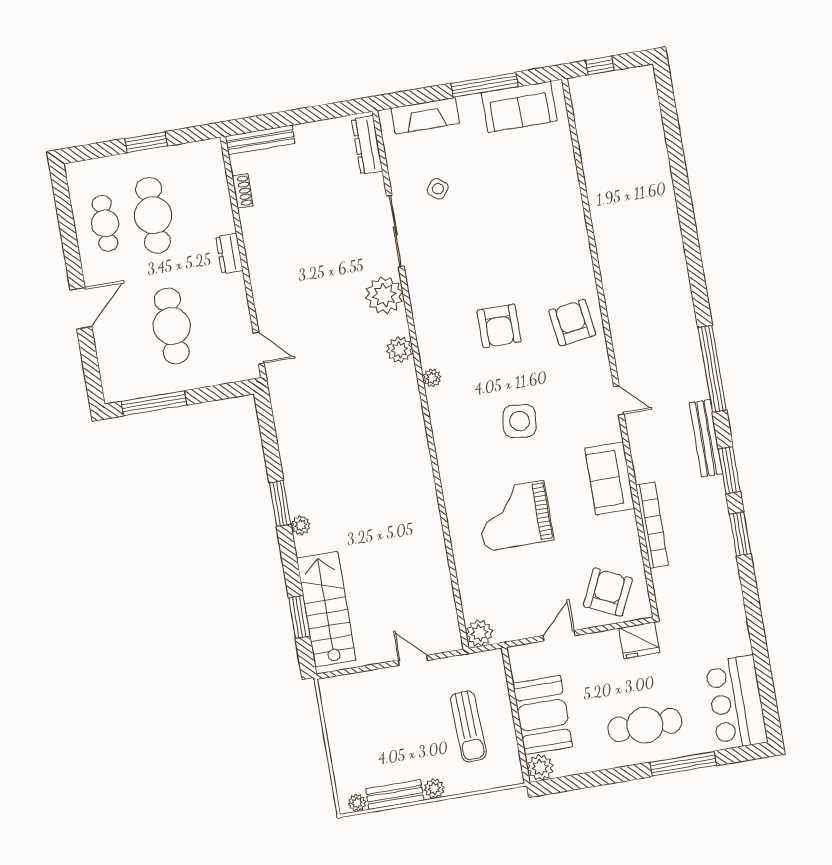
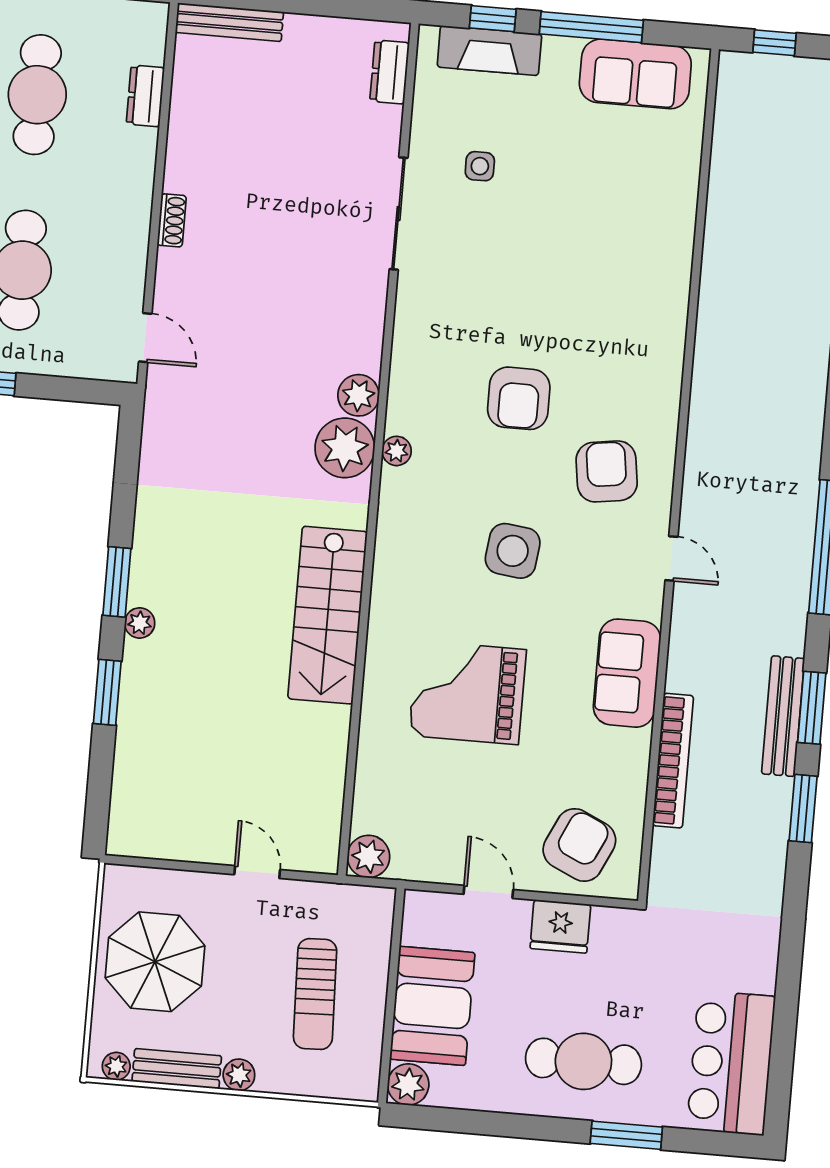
window: (422, 95) -> (493, 19), added
dresser: (367, 145) -> (390, 72), width x0.70
side table: (438, 189) -> (480, 166), turned -37
shoe rack: (243, 191) -> (172, 220), moved
dresser: (229, 254) -> (145, 96), moved
plant: (384, 295) -> (345, 448), moved
armchair: (572, 323) -> (607, 471), moved
bench: (706, 438) -> (783, 716), moved
stairs: (326, 609) -> (328, 615), moved, turned 180
window: (299, 617) -> (107, 692), moved
door: (559, 636) -> (488, 892), hinge flipped
fridge: (639, 640) -> (560, 926), moved
parasol: (364, 732) -> (155, 962), added
window: (683, 764) -> (626, 1135), width x0.69

